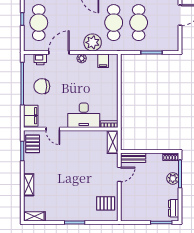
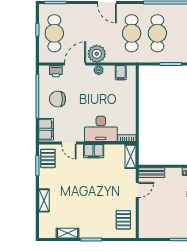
plant: (93, 42) -> (97, 54), moved
filing cabinet: (77, 137) -> (94, 151), added
pallet: (106, 203) -> (123, 220), turned 90
shelving: (34, 216) -> (68, 233), moved

